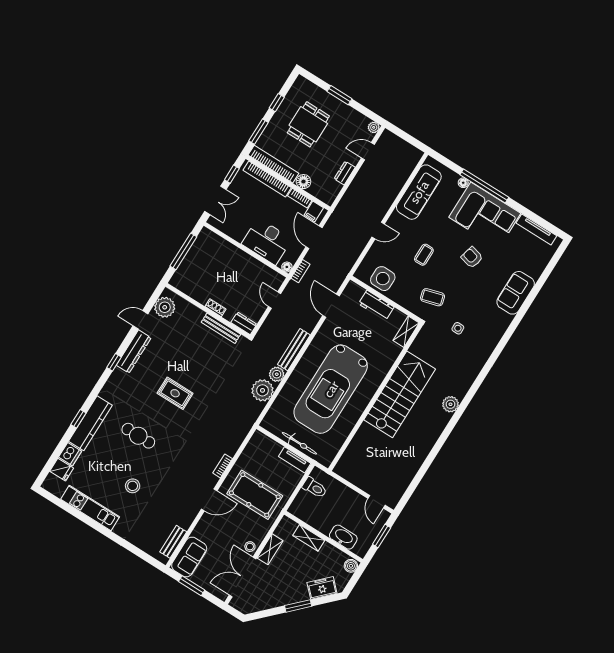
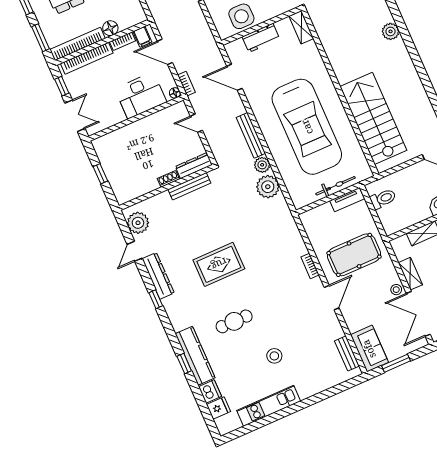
window: (183, 251) -> (100, 174), width x0.46
dresser: (244, 323) -> (194, 166), width x1.44
rug: (175, 393) -> (219, 264), width x1.36, depth x1.43
stairs: (400, 394) -> (373, 118), moved

